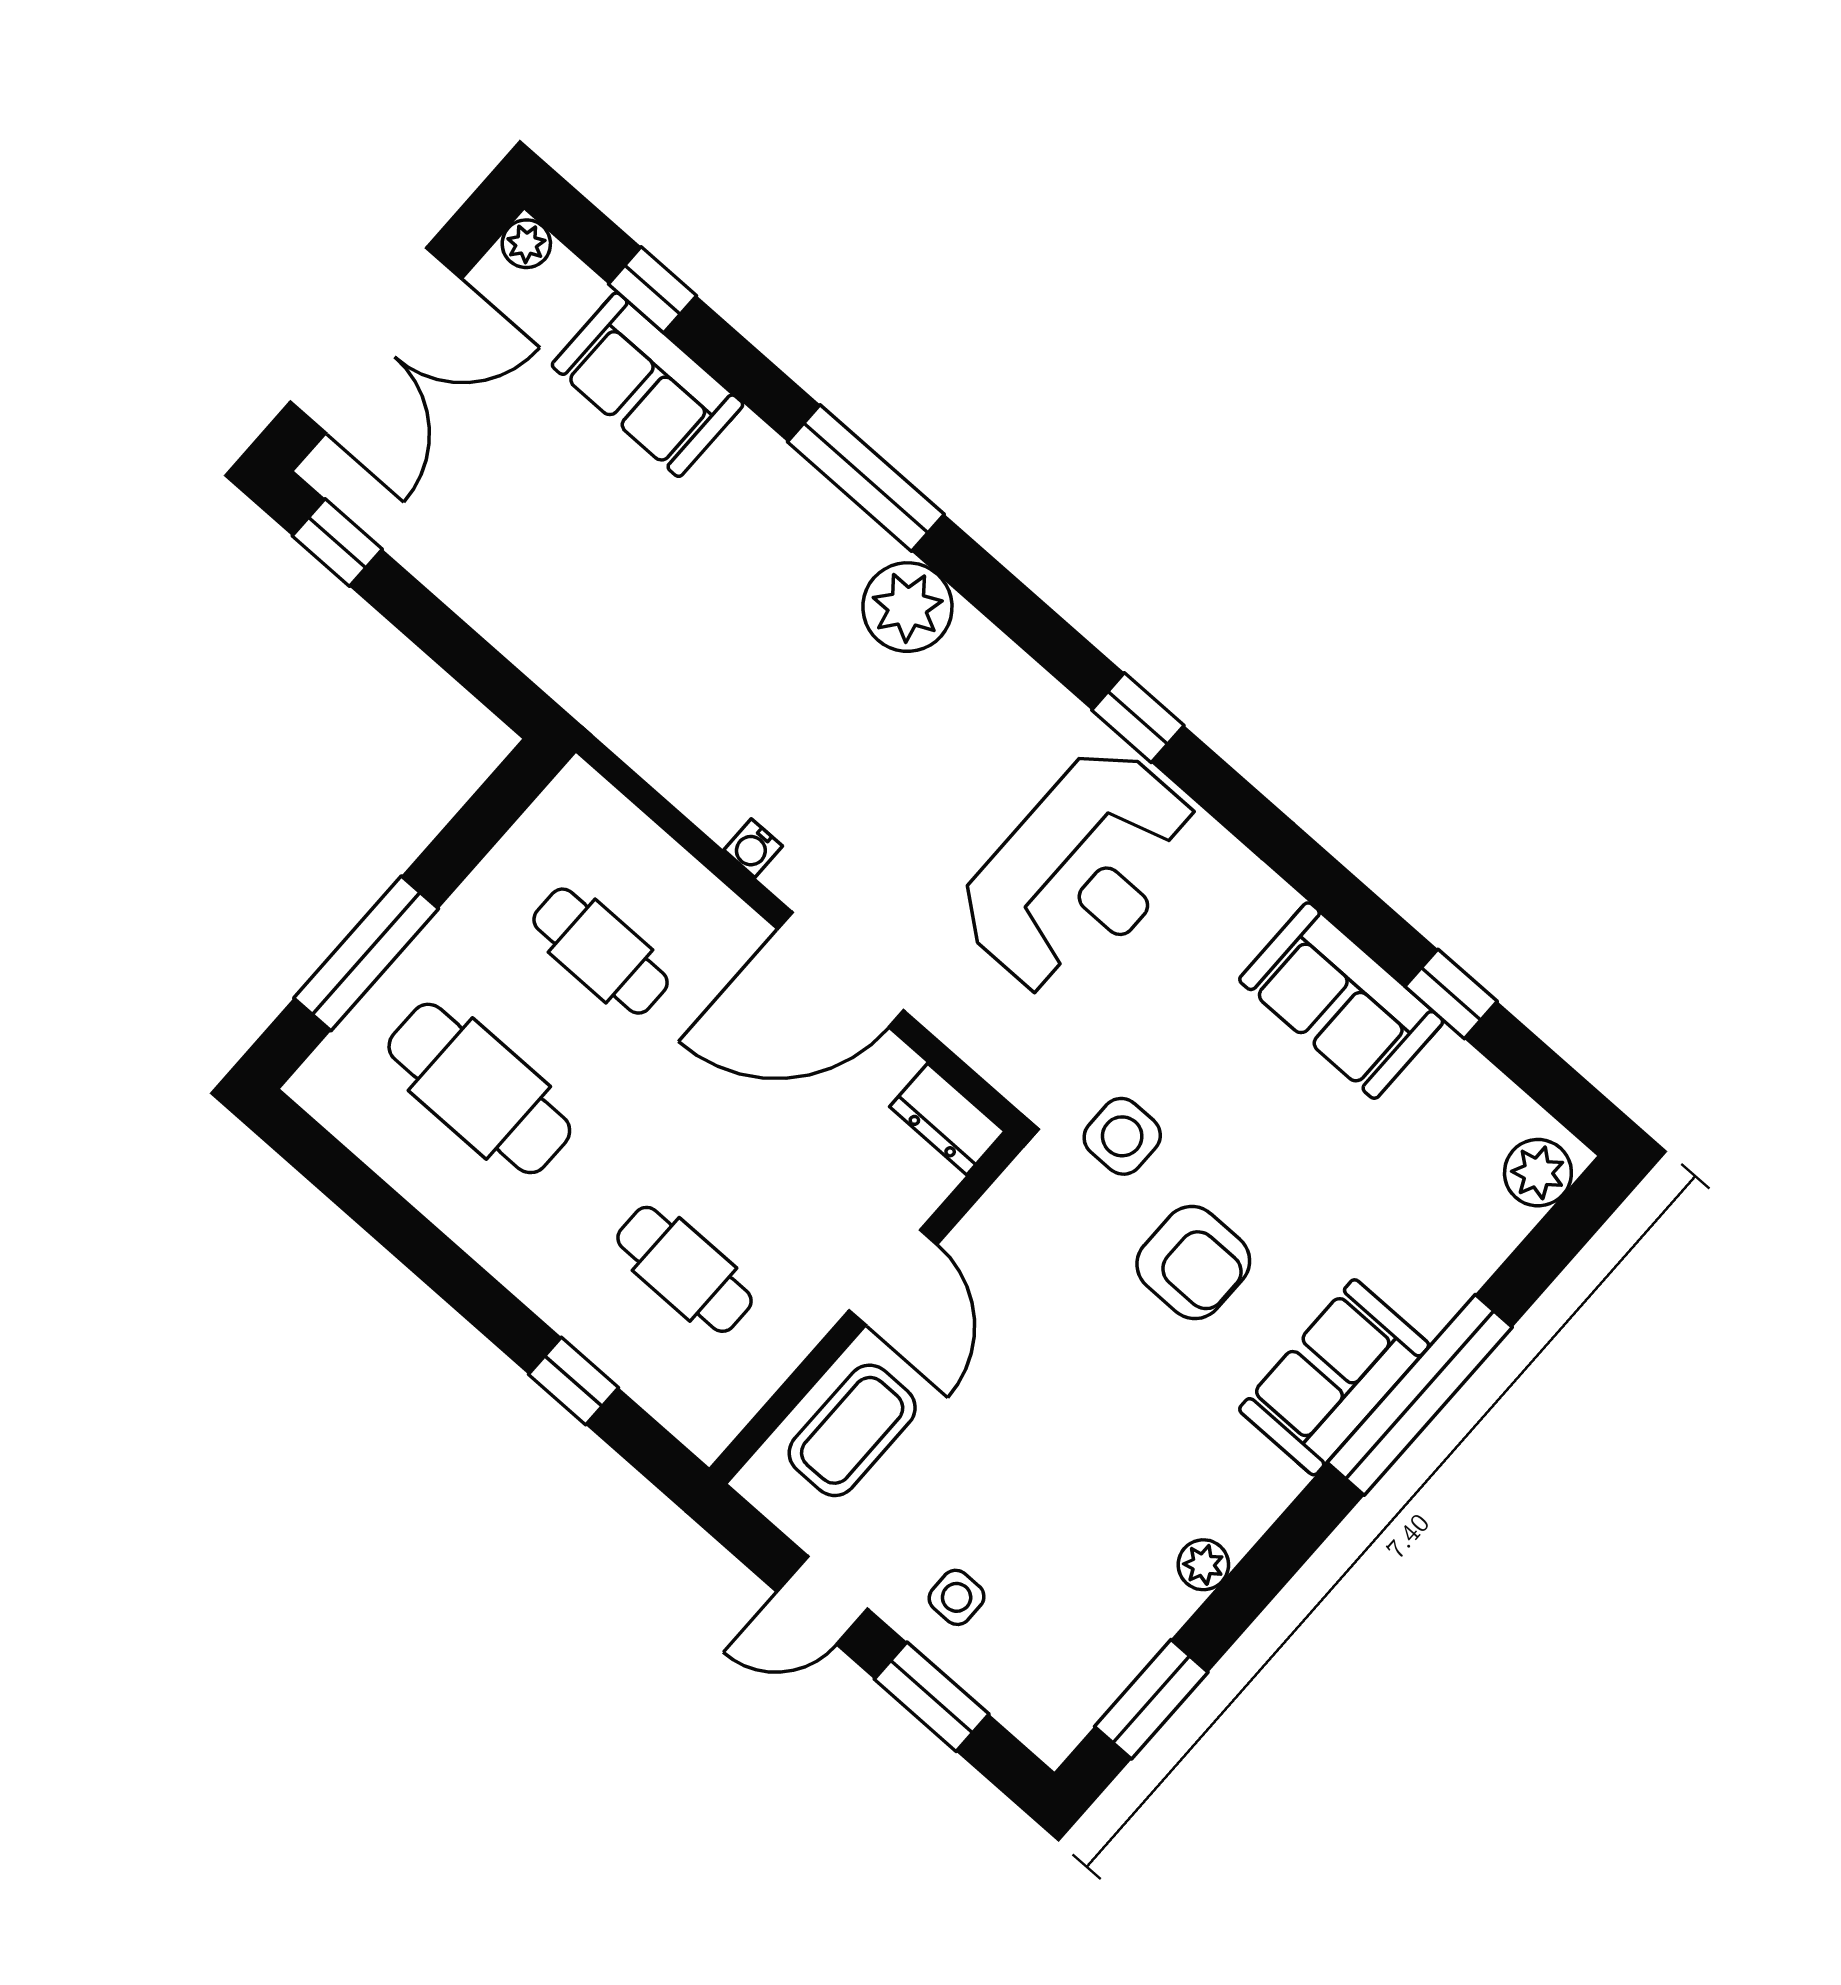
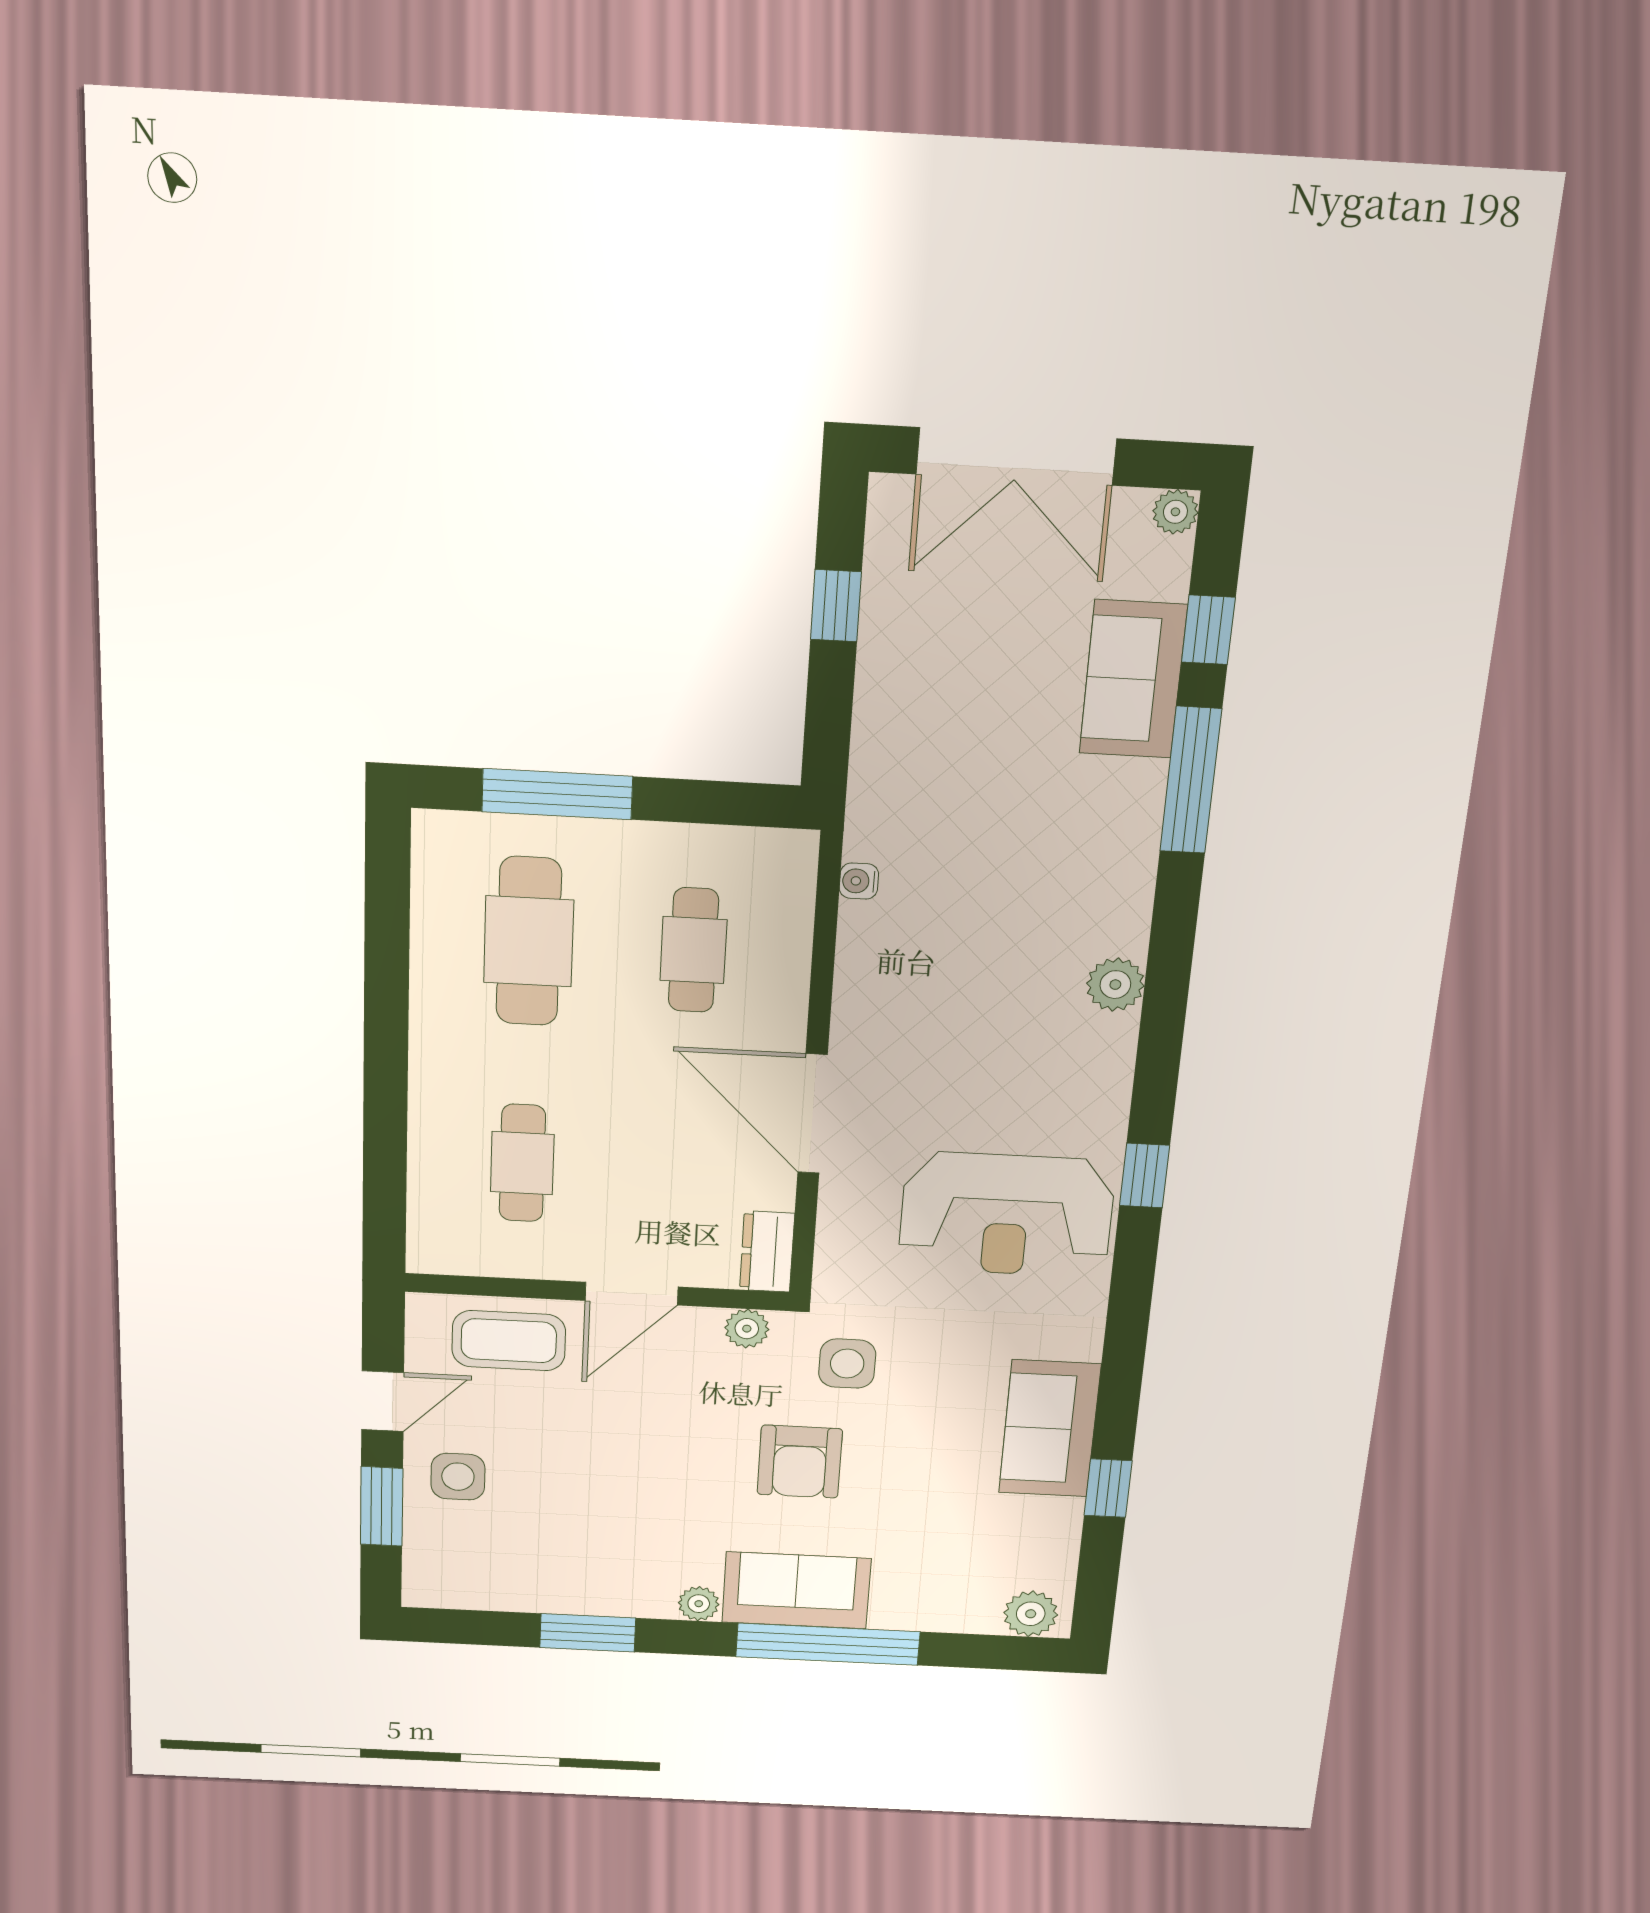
window: (866, 478) -> (1191, 780), moved
window: (337, 543) -> (836, 606), moved
plant: (907, 607) -> (1115, 985), width x0.73, depth x0.73
water cooler: (753, 848) -> (859, 881), moved
plant: (1012, 1200) -> (747, 1329), added
window: (574, 1381) -> (385, 1149), removed
plant: (1203, 1565) -> (699, 1604), moved
side table: (957, 1597) -> (458, 1477), width x1.37, depth x1.37
door: (822, 1600) -> (383, 1401), swing flipped
window: (1151, 1699) -> (588, 1633), moved

